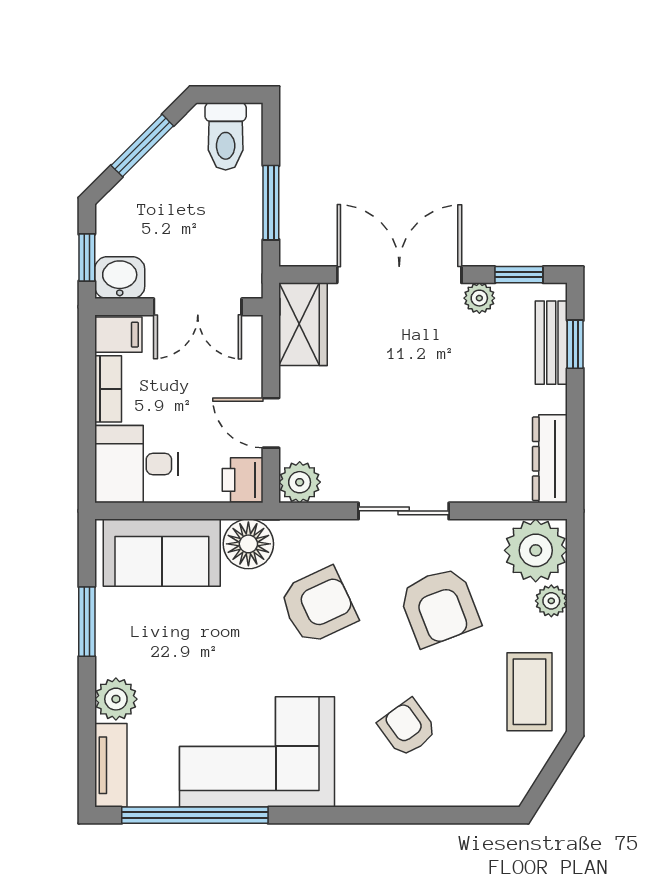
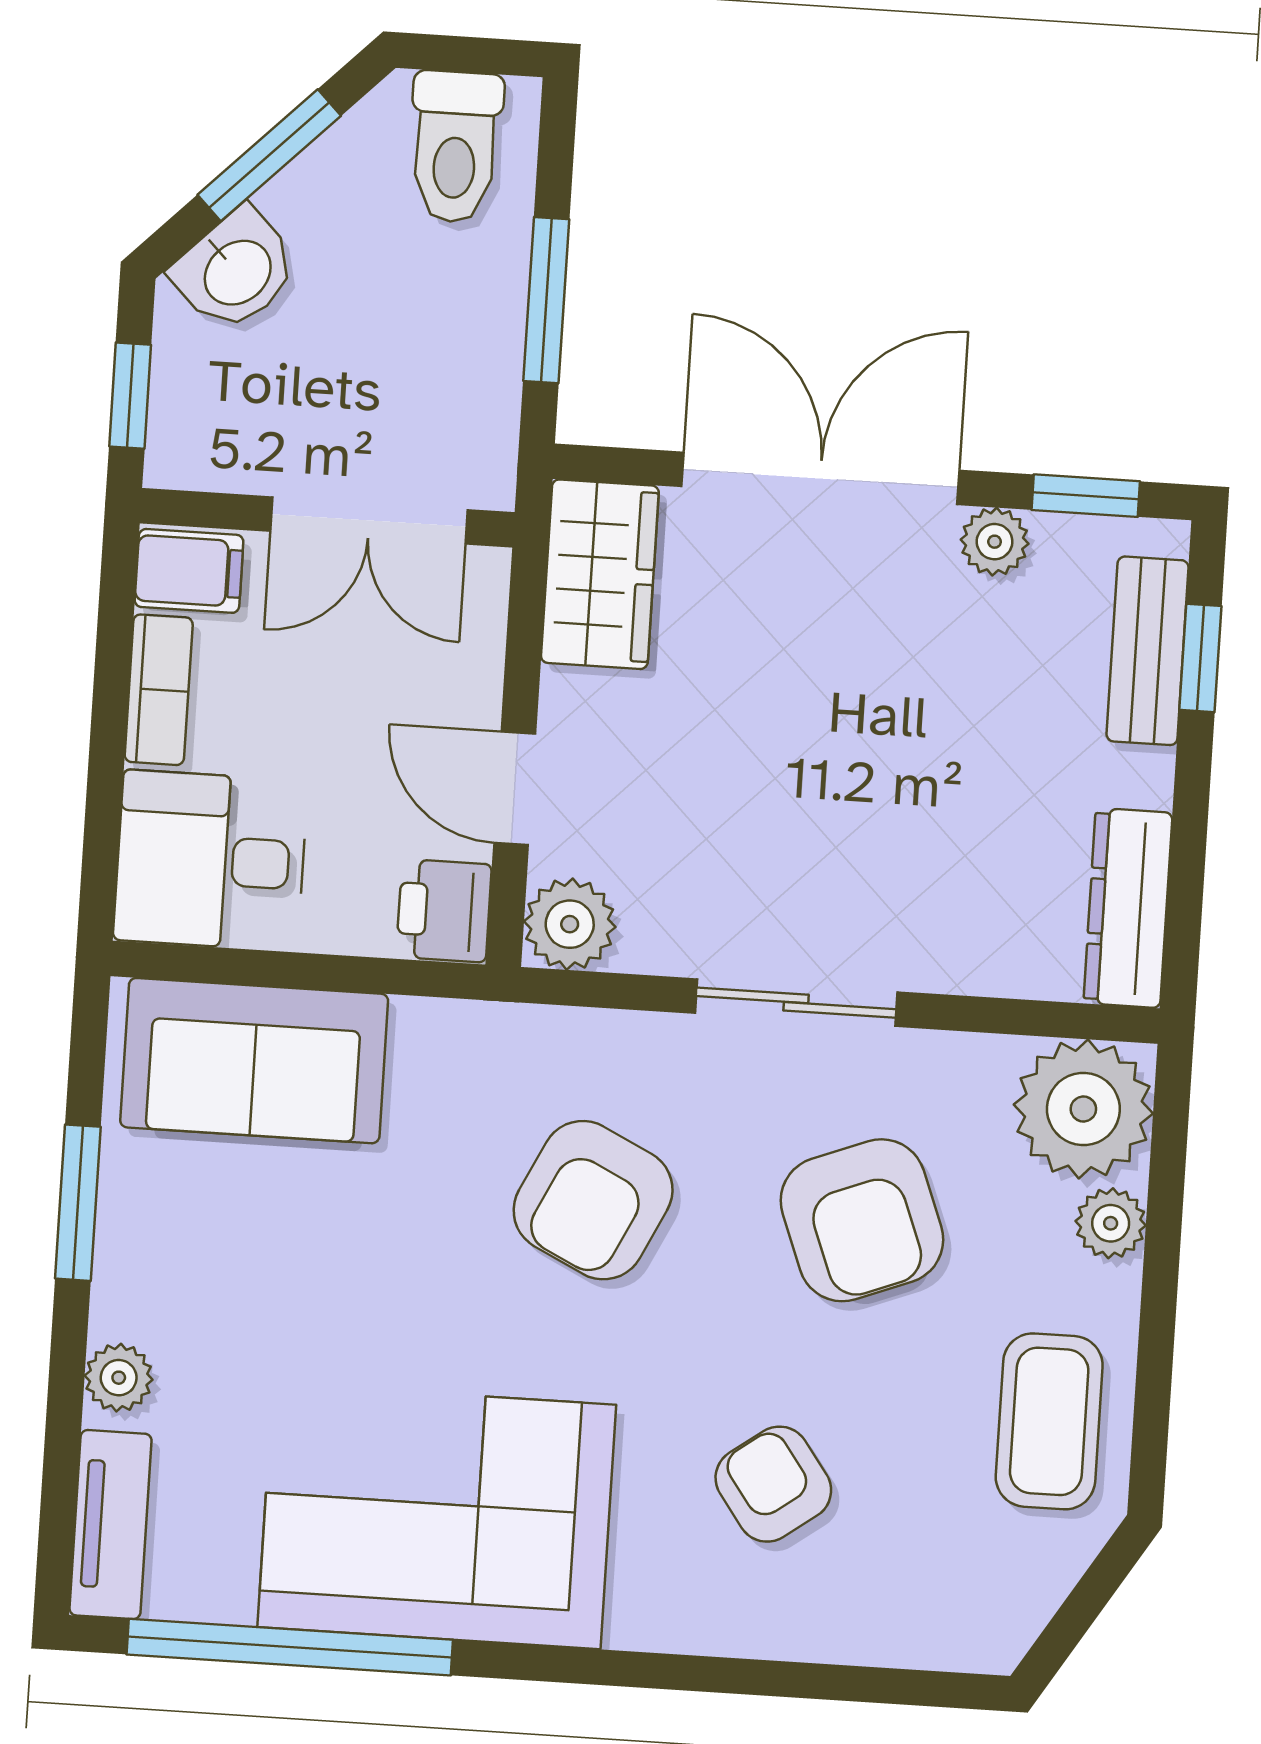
washbasin: (120, 278) -> (236, 271), moved, turned 135
floor lamp: (248, 544) -> (447, 1053), removed
armchair: (318, 606) -> (593, 1200), turned 141
plant: (116, 699) -> (119, 1378), width x0.73, depth x0.73

